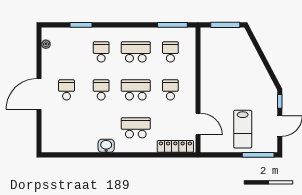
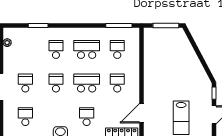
door: (198, 124) -> (142, 113), swing flipped
school desk: (67, 128) -> (25, 117), added
school desk: (136, 128) -> (87, 117), width x0.54

